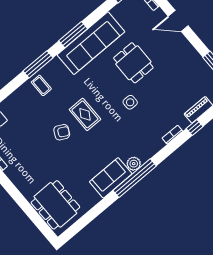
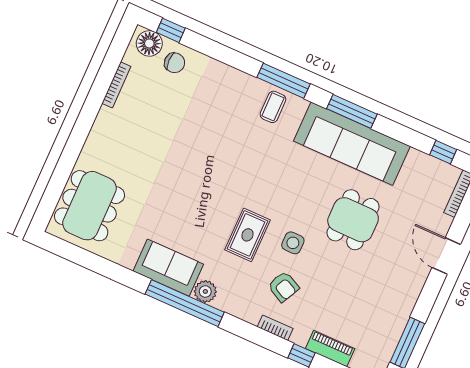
coffee table: (41, 85) -> (273, 107), moved
rug: (85, 114) -> (247, 235), moved
armchair: (62, 132) -> (283, 287), moved

